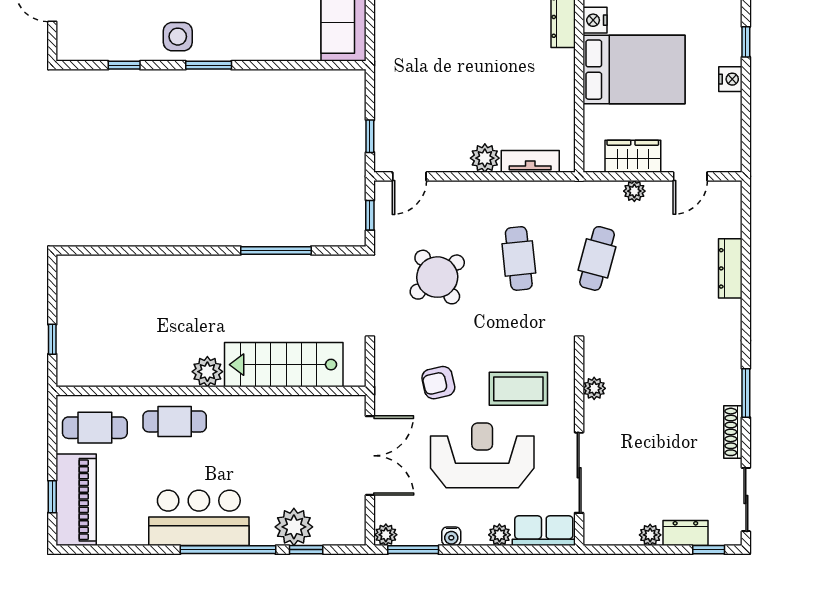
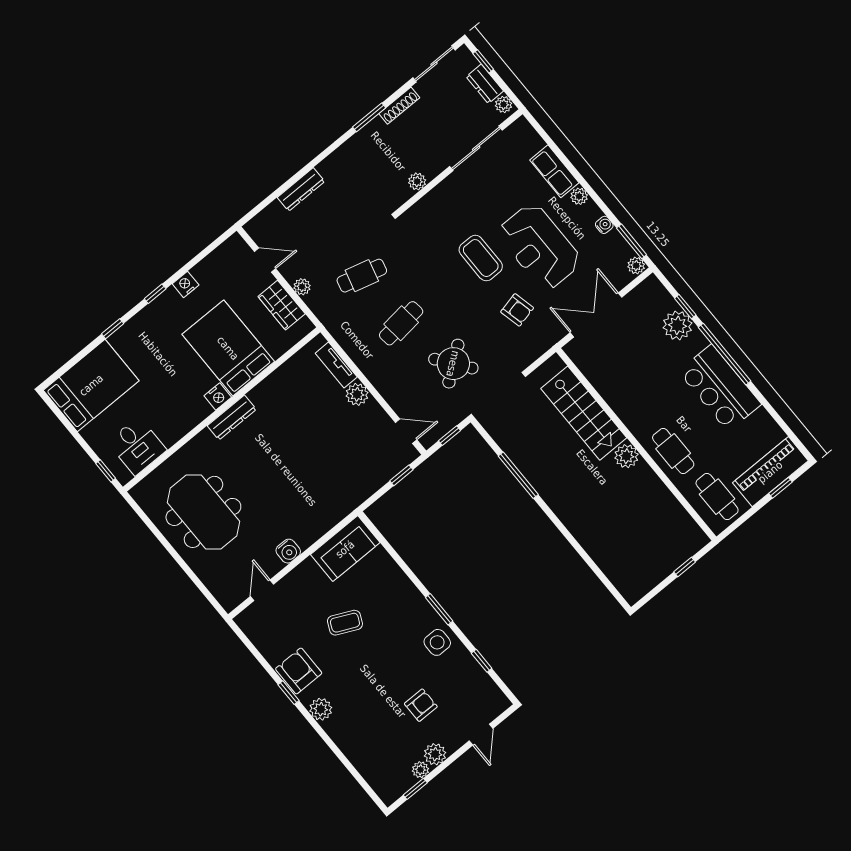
plant: (594, 388) -> (417, 181), moved
wall: (579, 445) -> (459, 162), moved
sliding door: (579, 473) -> (476, 148), moved

